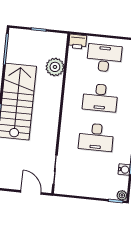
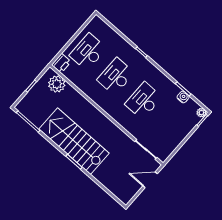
plant: (55, 67) -> (57, 84), moved
desk: (100, 98) -> (116, 76), turned 180
desk: (96, 137) -> (144, 101), turned 180

